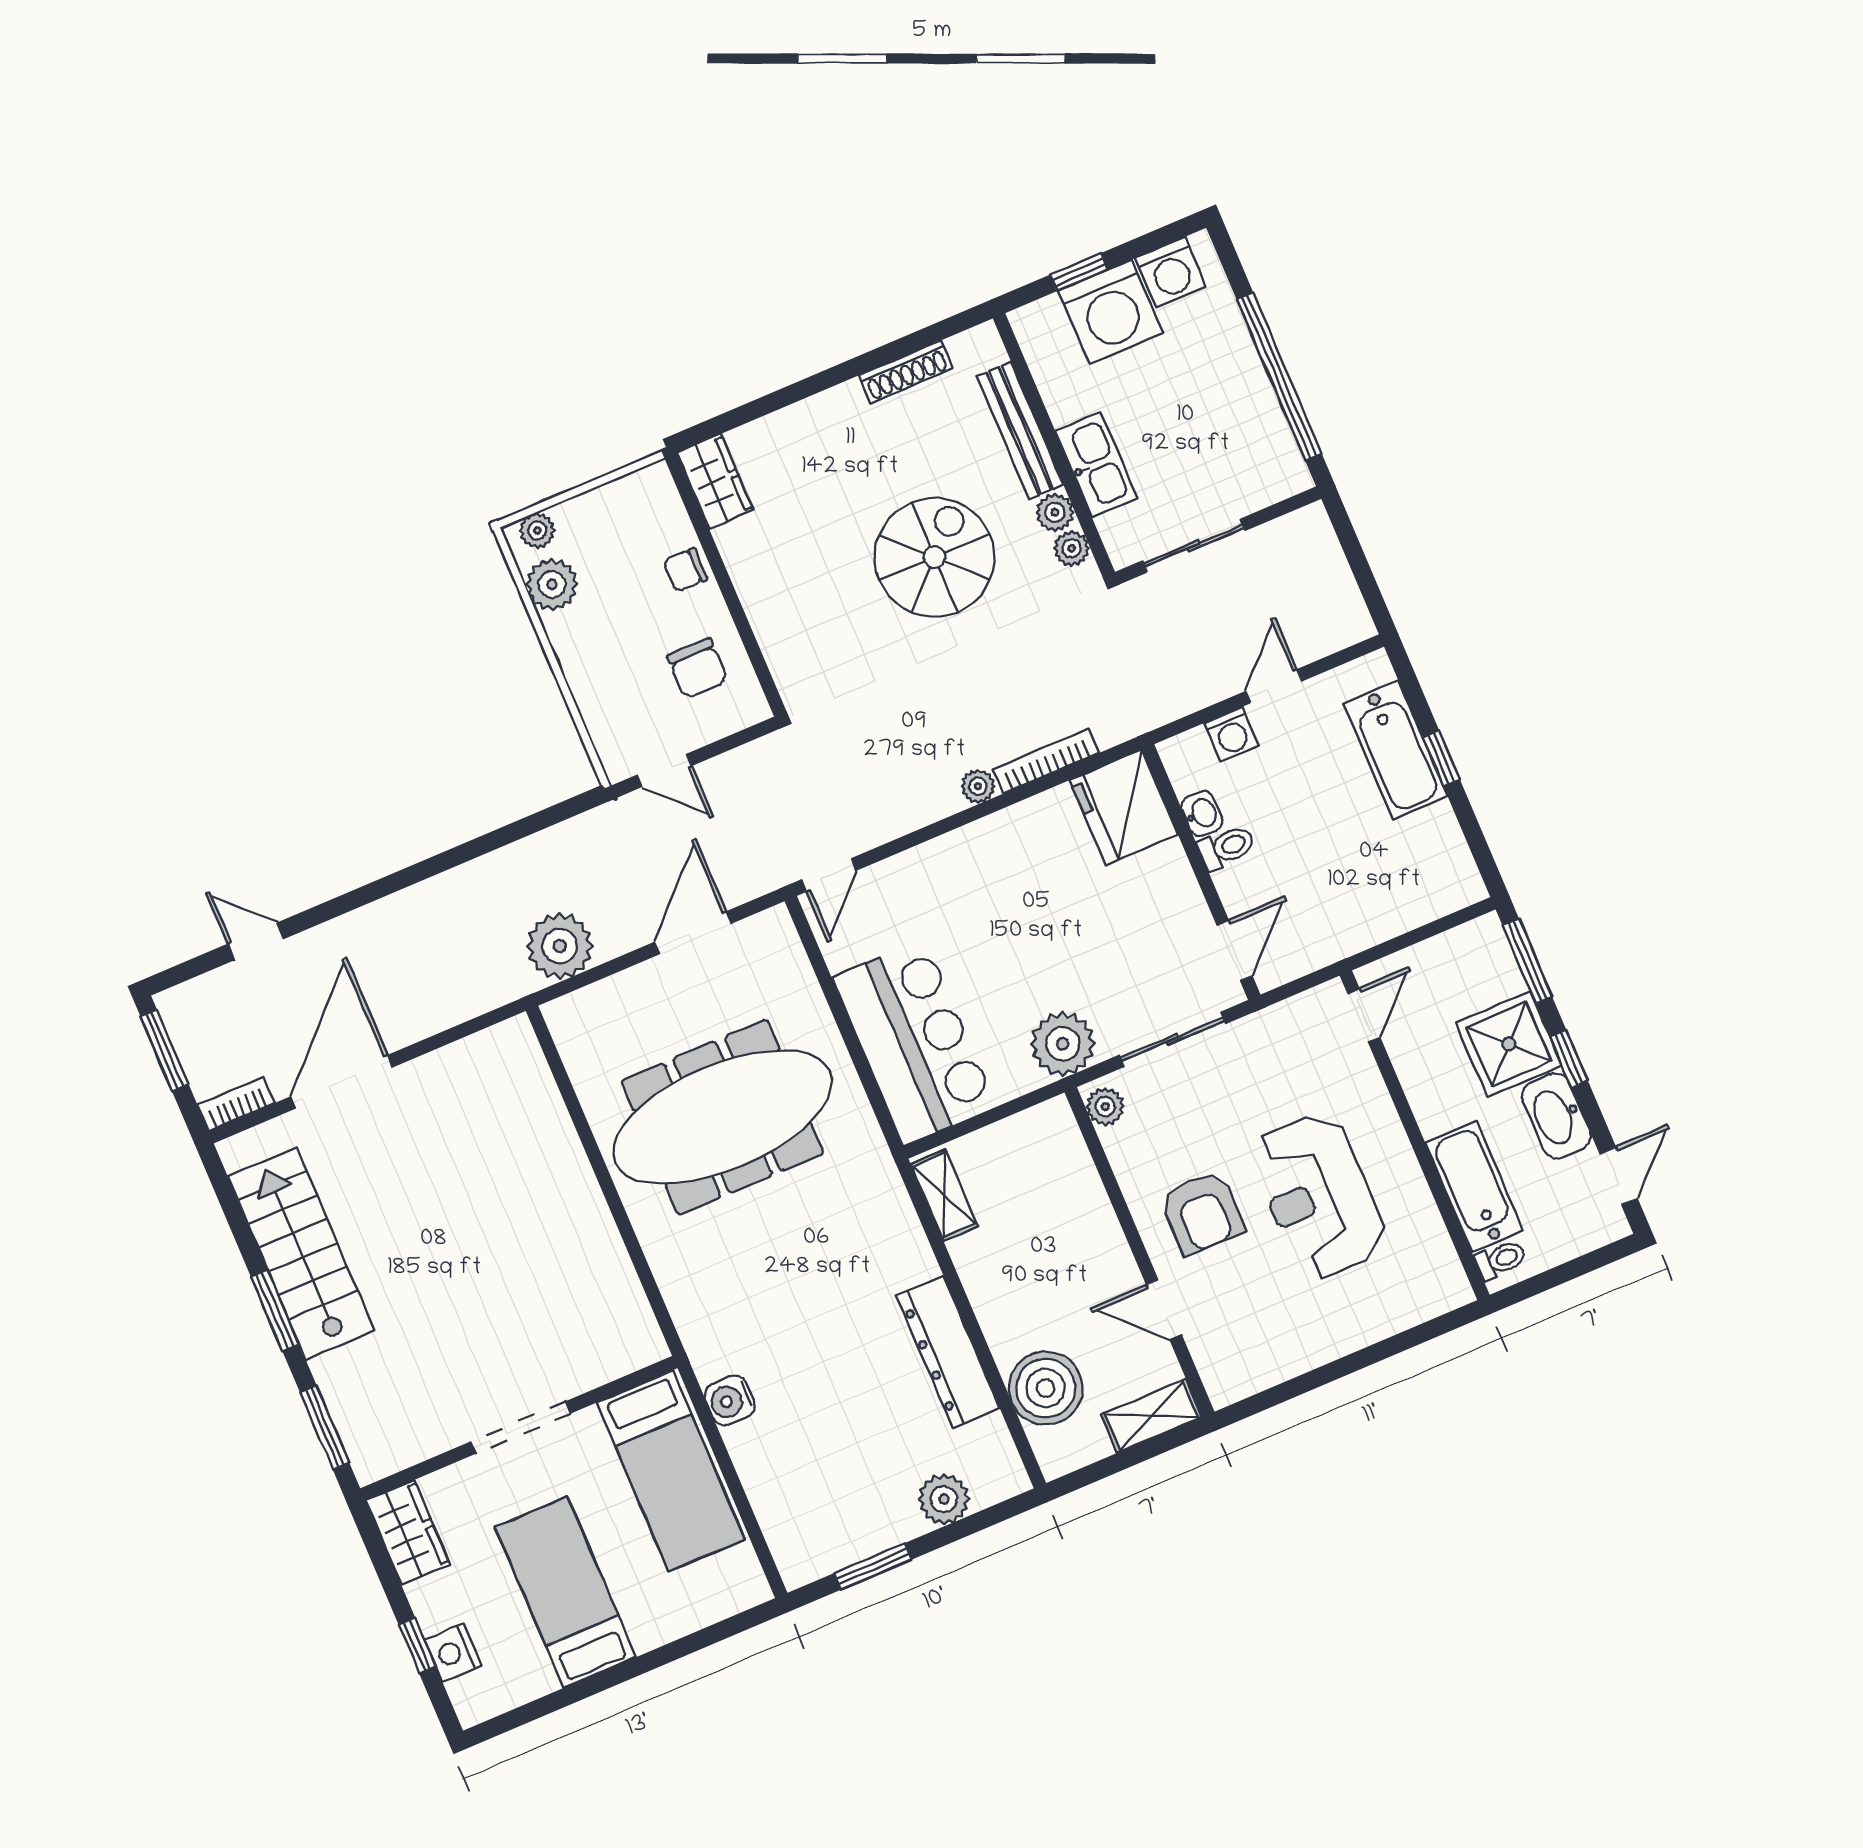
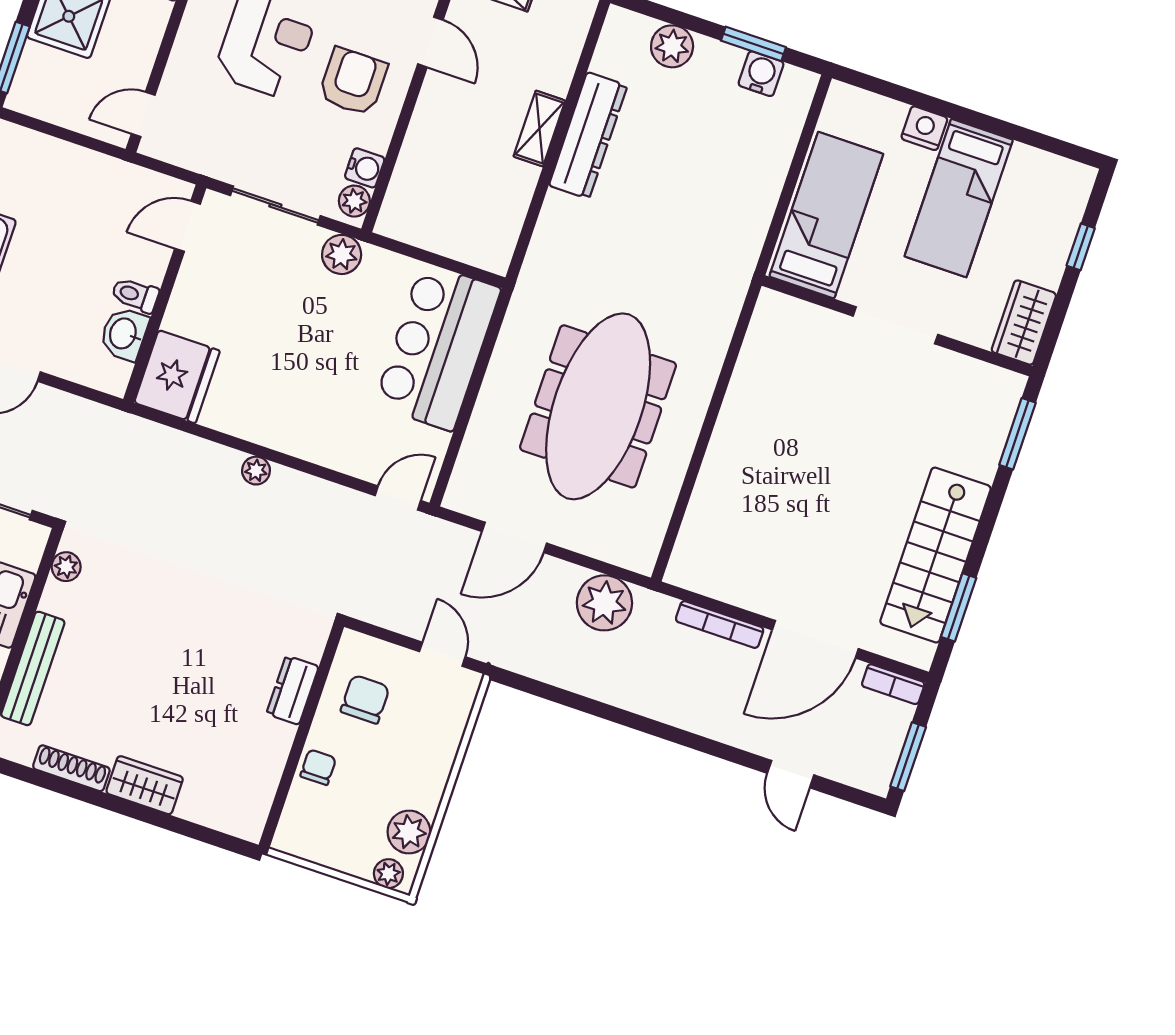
wardrobe: (715, 481) -> (145, 785), moved, turned 90
plant: (1055, 512) -> (56, 598), removed
spiral stairs: (934, 557) -> (156, 637), removed
chair: (685, 570) -> (318, 767), turned -90
dresser: (770, 619) -> (293, 690), added
washing machine: (1232, 734) -> (70, 362), removed
bookcase: (1046, 761) -> (720, 625), moved
washbasin: (1202, 814) -> (124, 334), width x1.38, depth x1.45
plant: (1063, 1044) -> (342, 254), width x0.73, depth x0.73
meeting table: (723, 1117) -> (598, 406), turned 90
water cooler: (1122, 1145) -> (365, 168), added
shelving: (944, 1195) -> (539, 129), moved
window: (275, 1310) -> (959, 607), moved
boiler: (1046, 1388) -> (547, 59), removed
water cooler: (730, 1400) -> (761, 74), moved, turned -90
nightstand: (453, 1652) -> (924, 128), moved, turned -90

